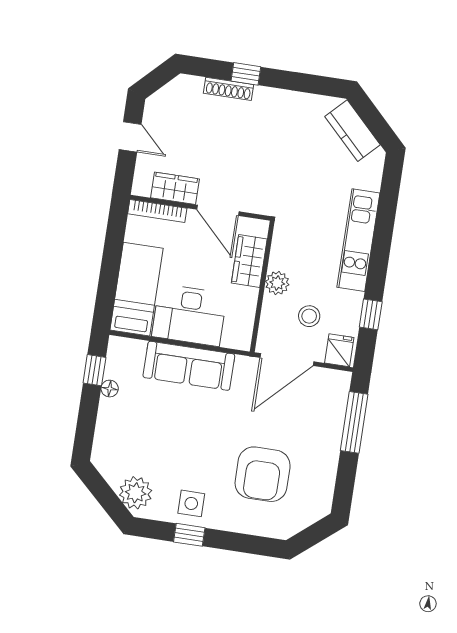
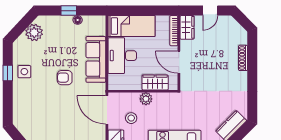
window: (246, 74) -> (252, 66), removed
wardrobe: (175, 188) -> (187, 27), moved
door: (218, 210) -> (179, 62), hinge flipped
window: (94, 370) -> (69, 11), moved
armchair: (263, 474) -> (65, 78), moved, width x0.53, depth x0.53
plant: (136, 493) -> (34, 32), moved

